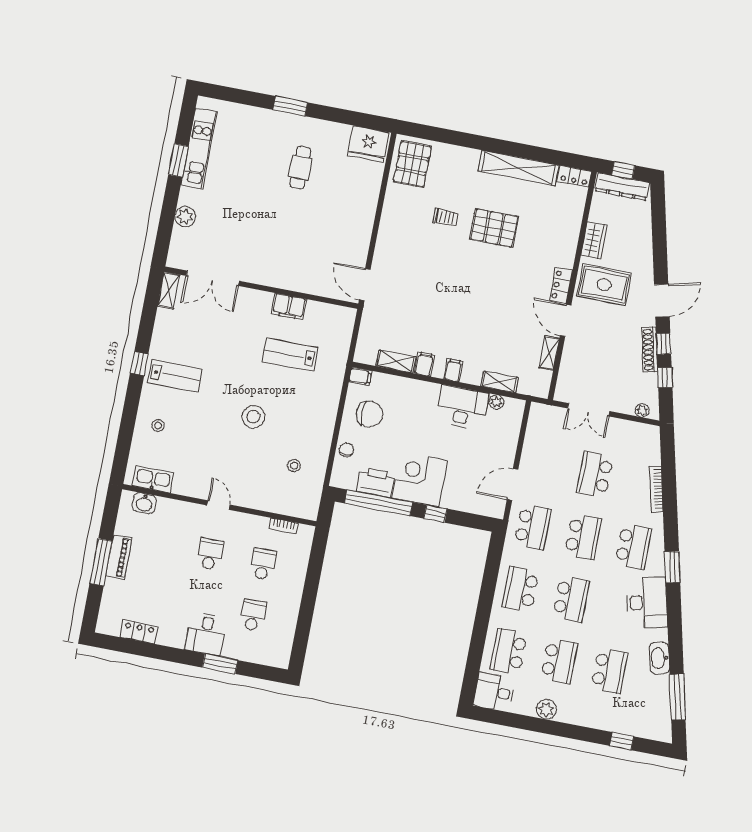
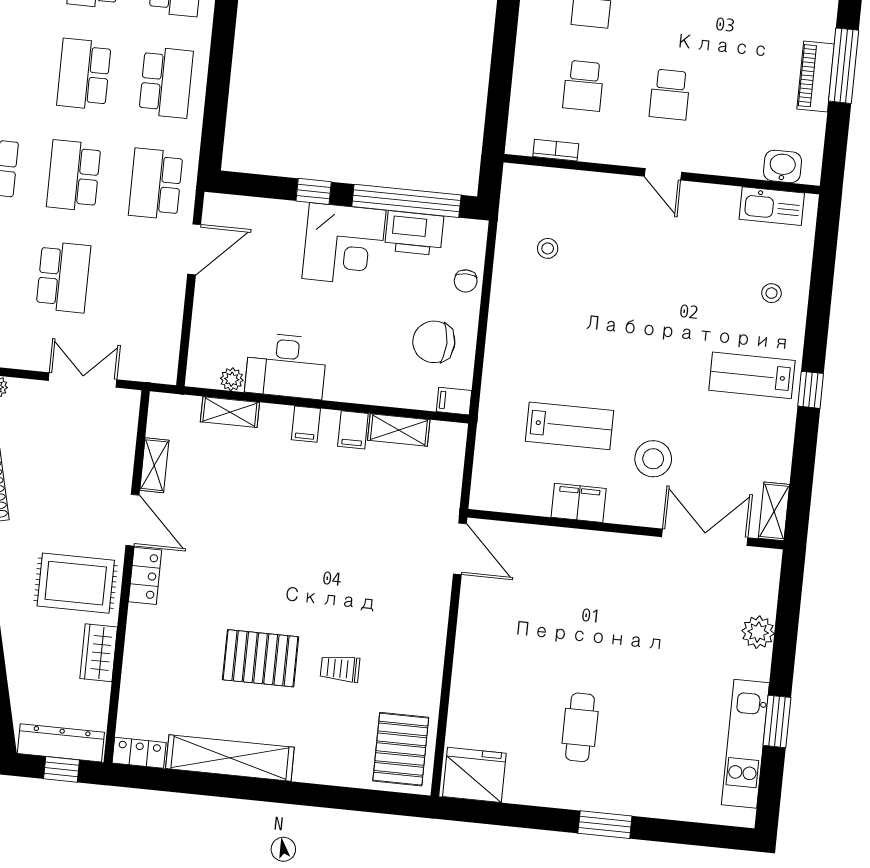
stool: (253, 417) -> (653, 459), moved

